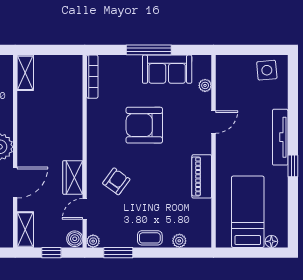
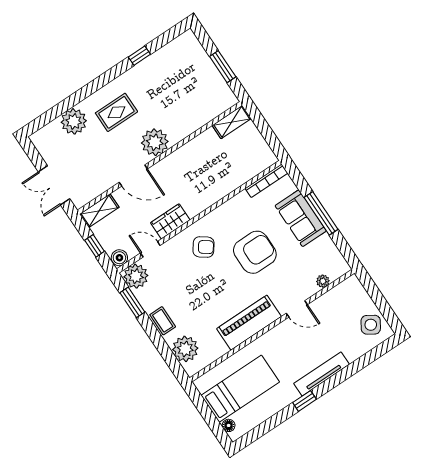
sofa: (167, 69) -> (301, 218), moved
side table: (267, 70) -> (371, 325), turned 38
armchair: (144, 125) -> (255, 252), turned 90
piano: (202, 176) -> (249, 323), width x1.37, depth x1.33
armchair: (116, 181) -> (203, 247), moved
plant: (93, 241) -> (136, 276), width x1.88, depth x1.88
plant: (179, 241) -> (185, 349), width x1.88, depth x1.88

